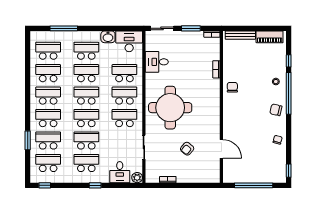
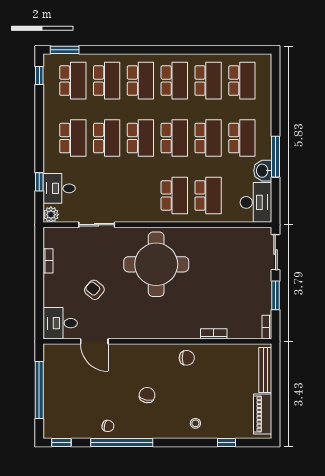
window: (64, 28) -> (275, 157), moved
desk: (157, 62) -> (60, 323), moved, turned -90
window: (289, 93) -> (122, 443), moved
chair: (276, 110) -> (147, 395), moved
school desk: (124, 118) -> (140, 196), removed
window: (28, 140) -> (65, 50), moved
door: (221, 149) -> (94, 341), hinge flipped
window: (95, 185) -> (39, 182), moved

